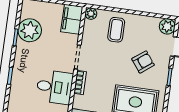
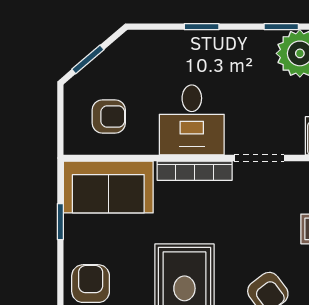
bookcase: (80, 83) -> (195, 171), width x1.56

